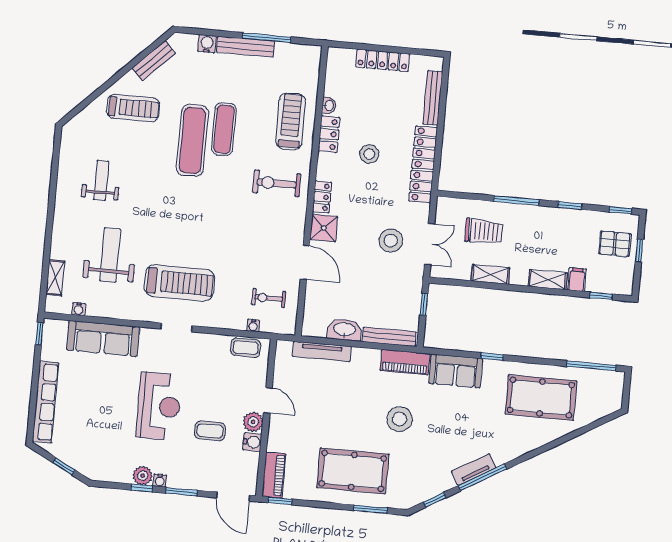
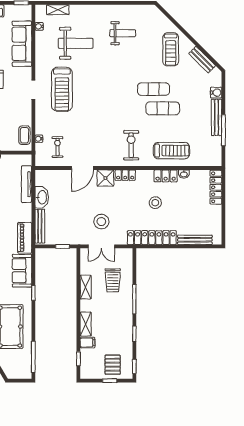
locker: (383, 60) -> (216, 187), moved
exercise mat: (193, 140) -> (154, 89), width x0.73, depth x0.69

